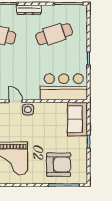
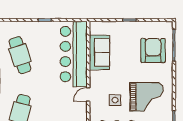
bar counter: (64, 87) -> (74, 54), width x1.36
side table: (28, 110) -> (115, 100), moved
sofa: (78, 119) -> (99, 52), moved, turned -90

